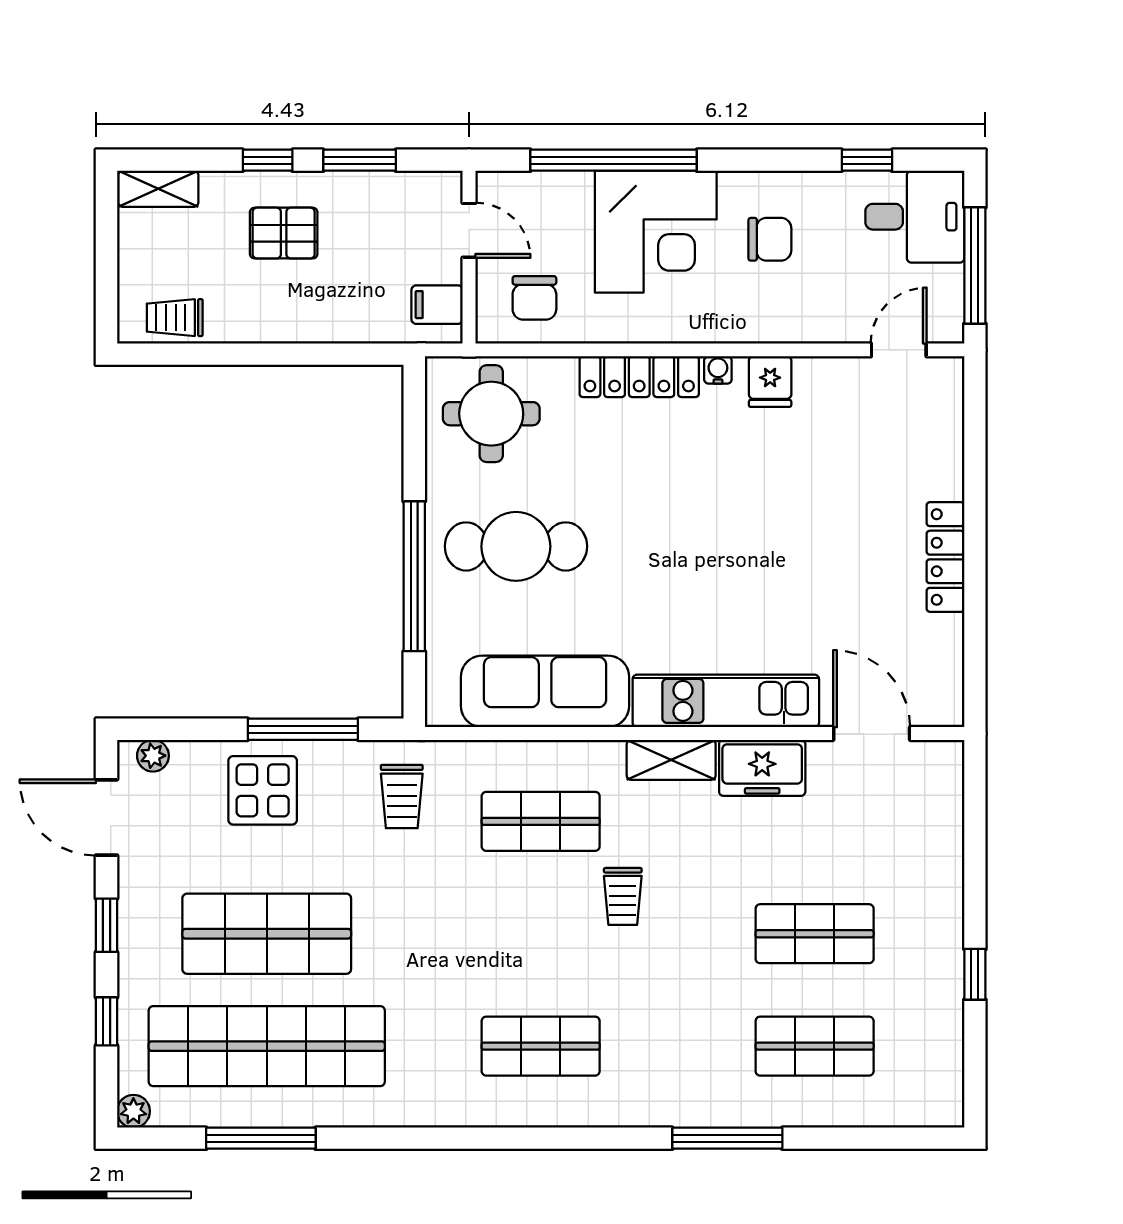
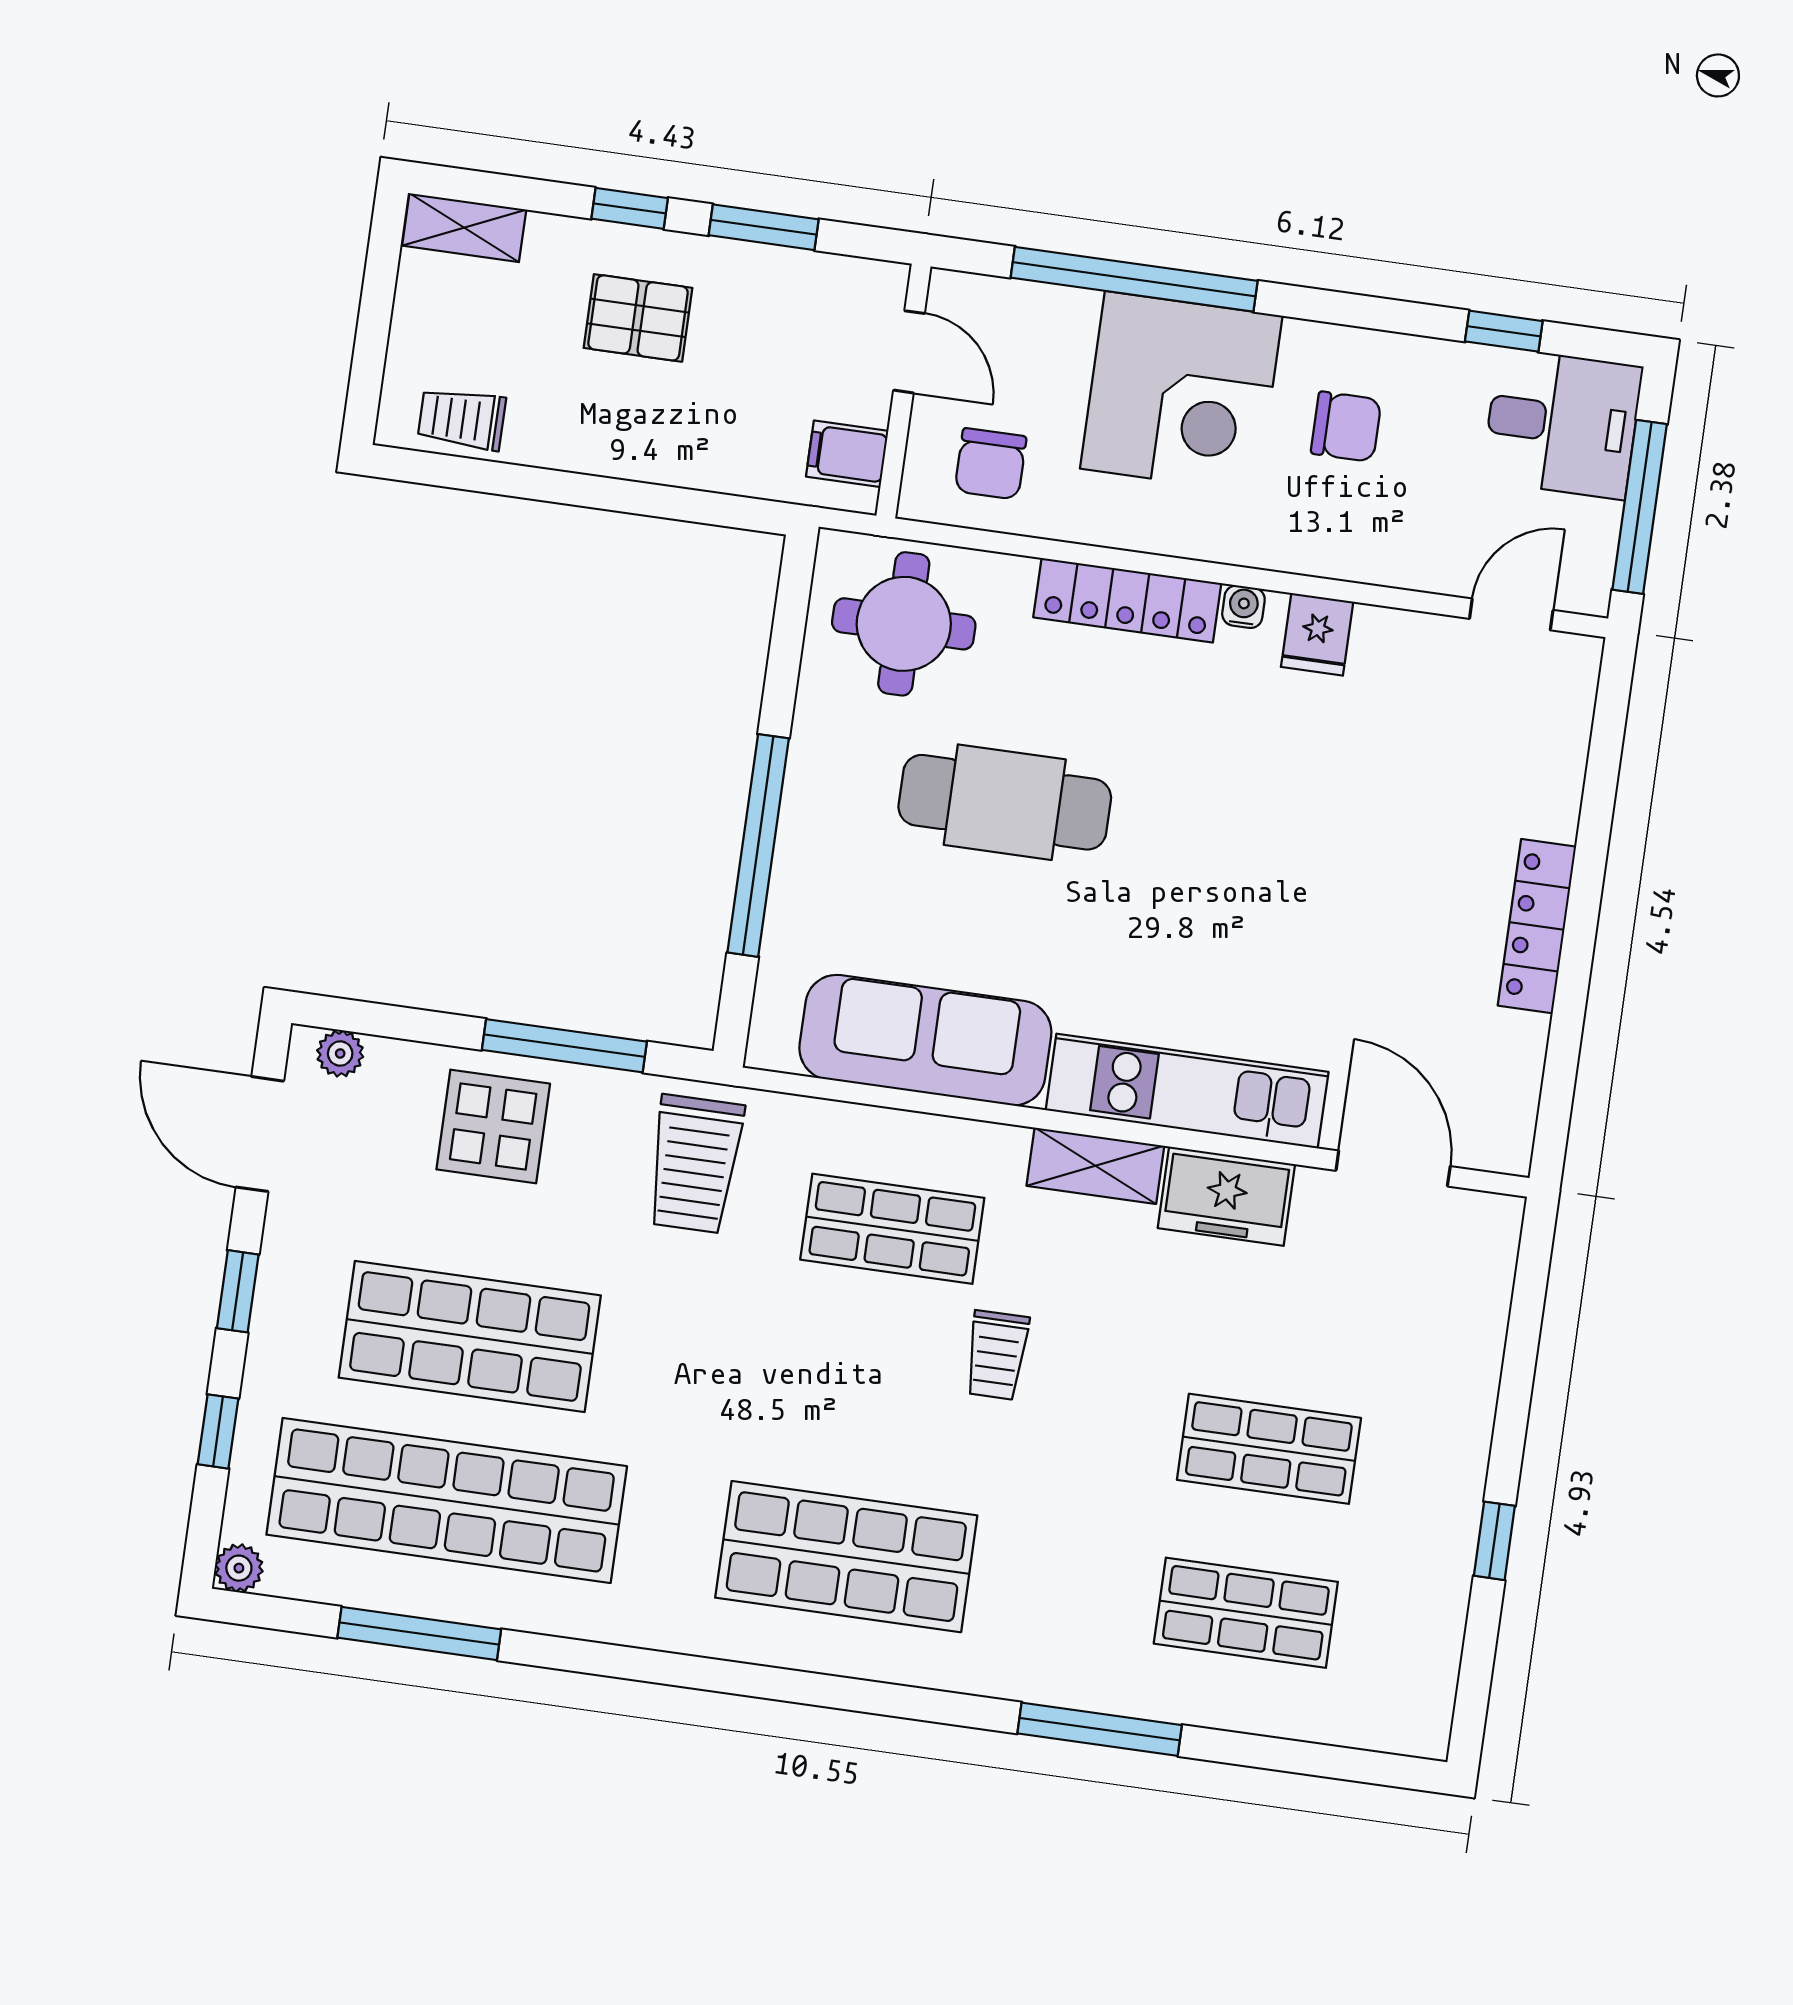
cafe table: (516, 546) -> (1005, 802), moved
trolley: (402, 797) -> (695, 1164), width x1.36, depth x1.39
shop shelf: (541, 1046) -> (846, 1557), width x1.43, depth x1.36

